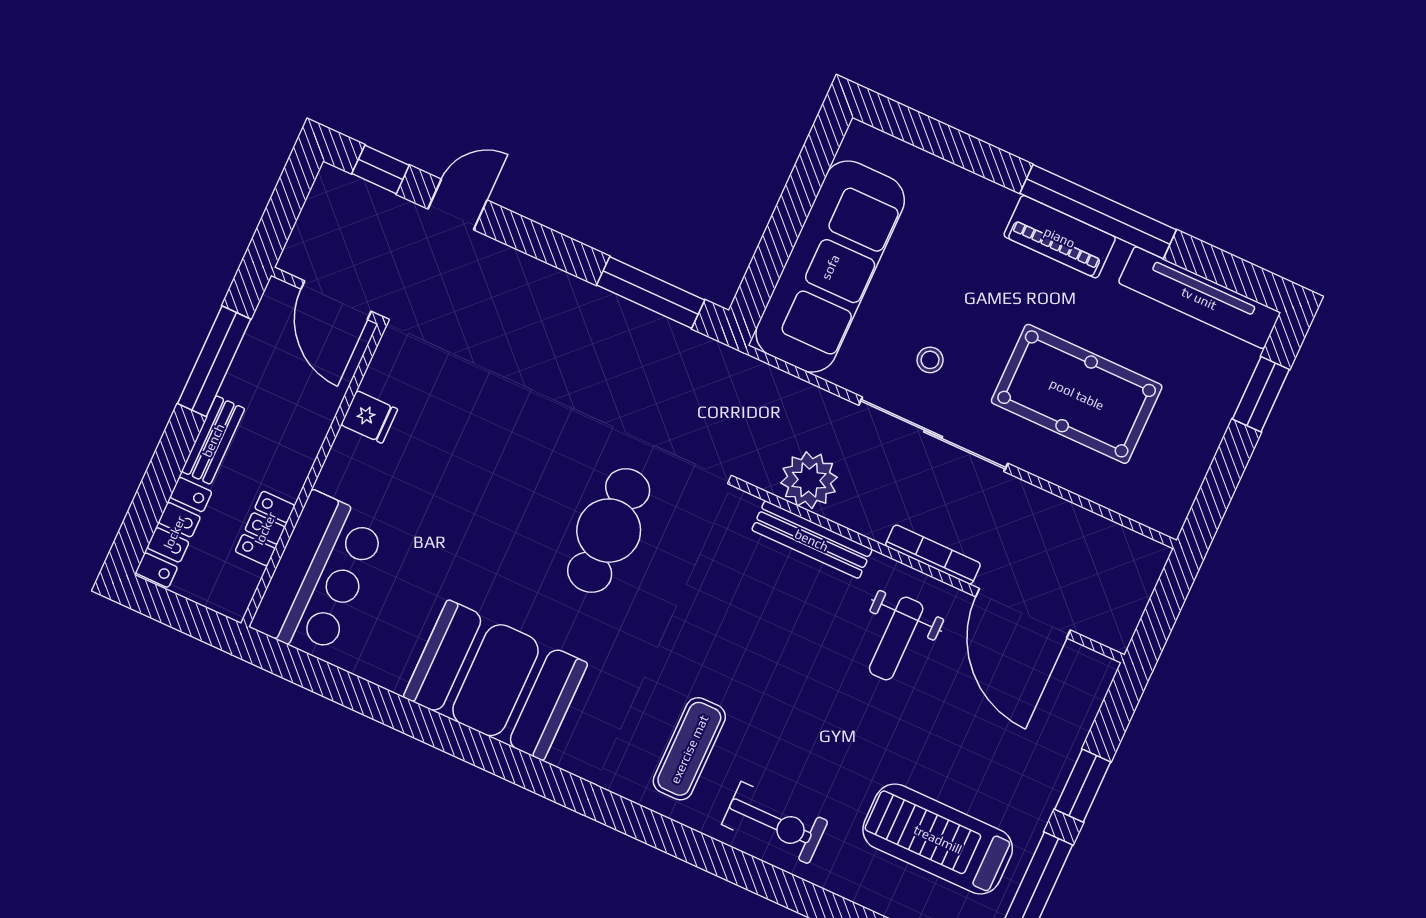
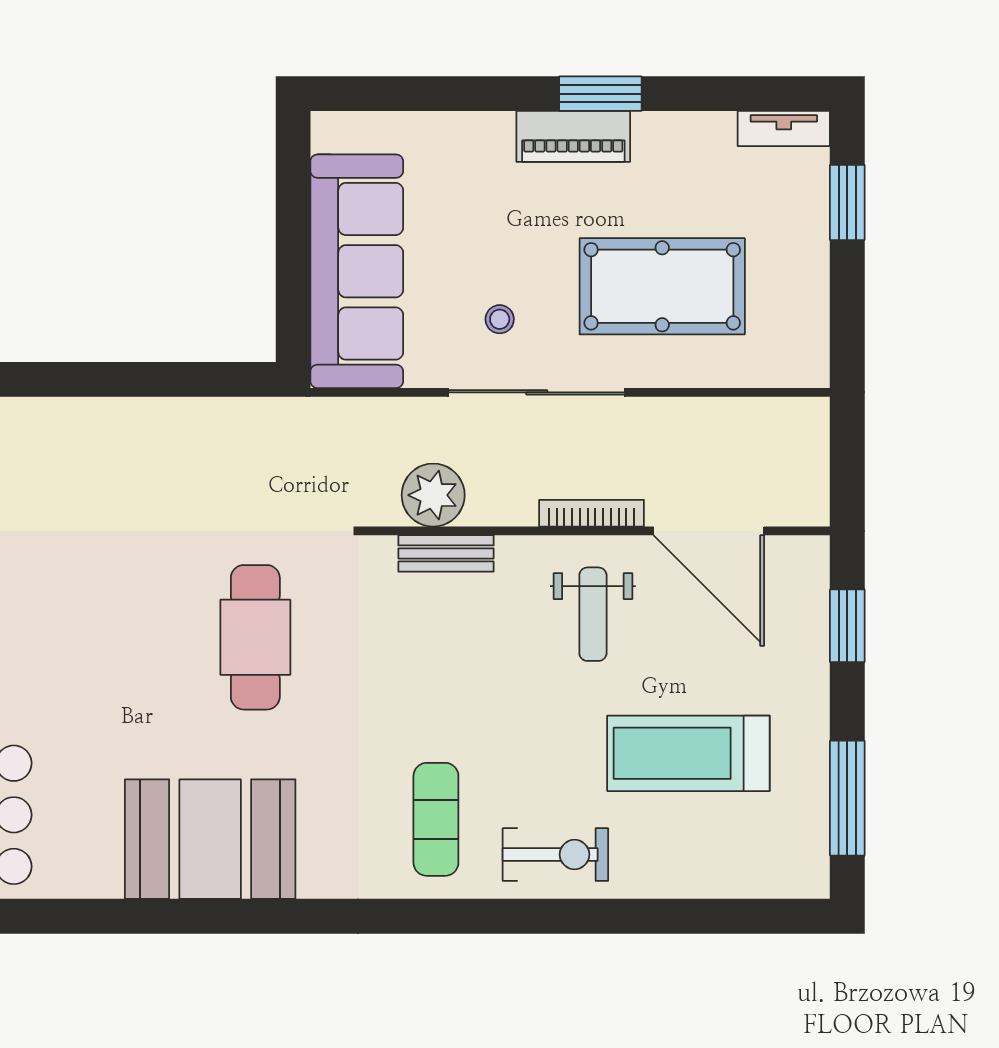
window: (1098, 212) -> (600, 94), width x0.47
window: (651, 293) -> (189, 379), removed
tv unit: (1199, 298) -> (784, 129), width x0.52, depth x0.78
bench: (812, 540) -> (446, 553), width x0.73
window: (1083, 786) -> (847, 626), moved
treadmill: (938, 839) -> (688, 753), moved

